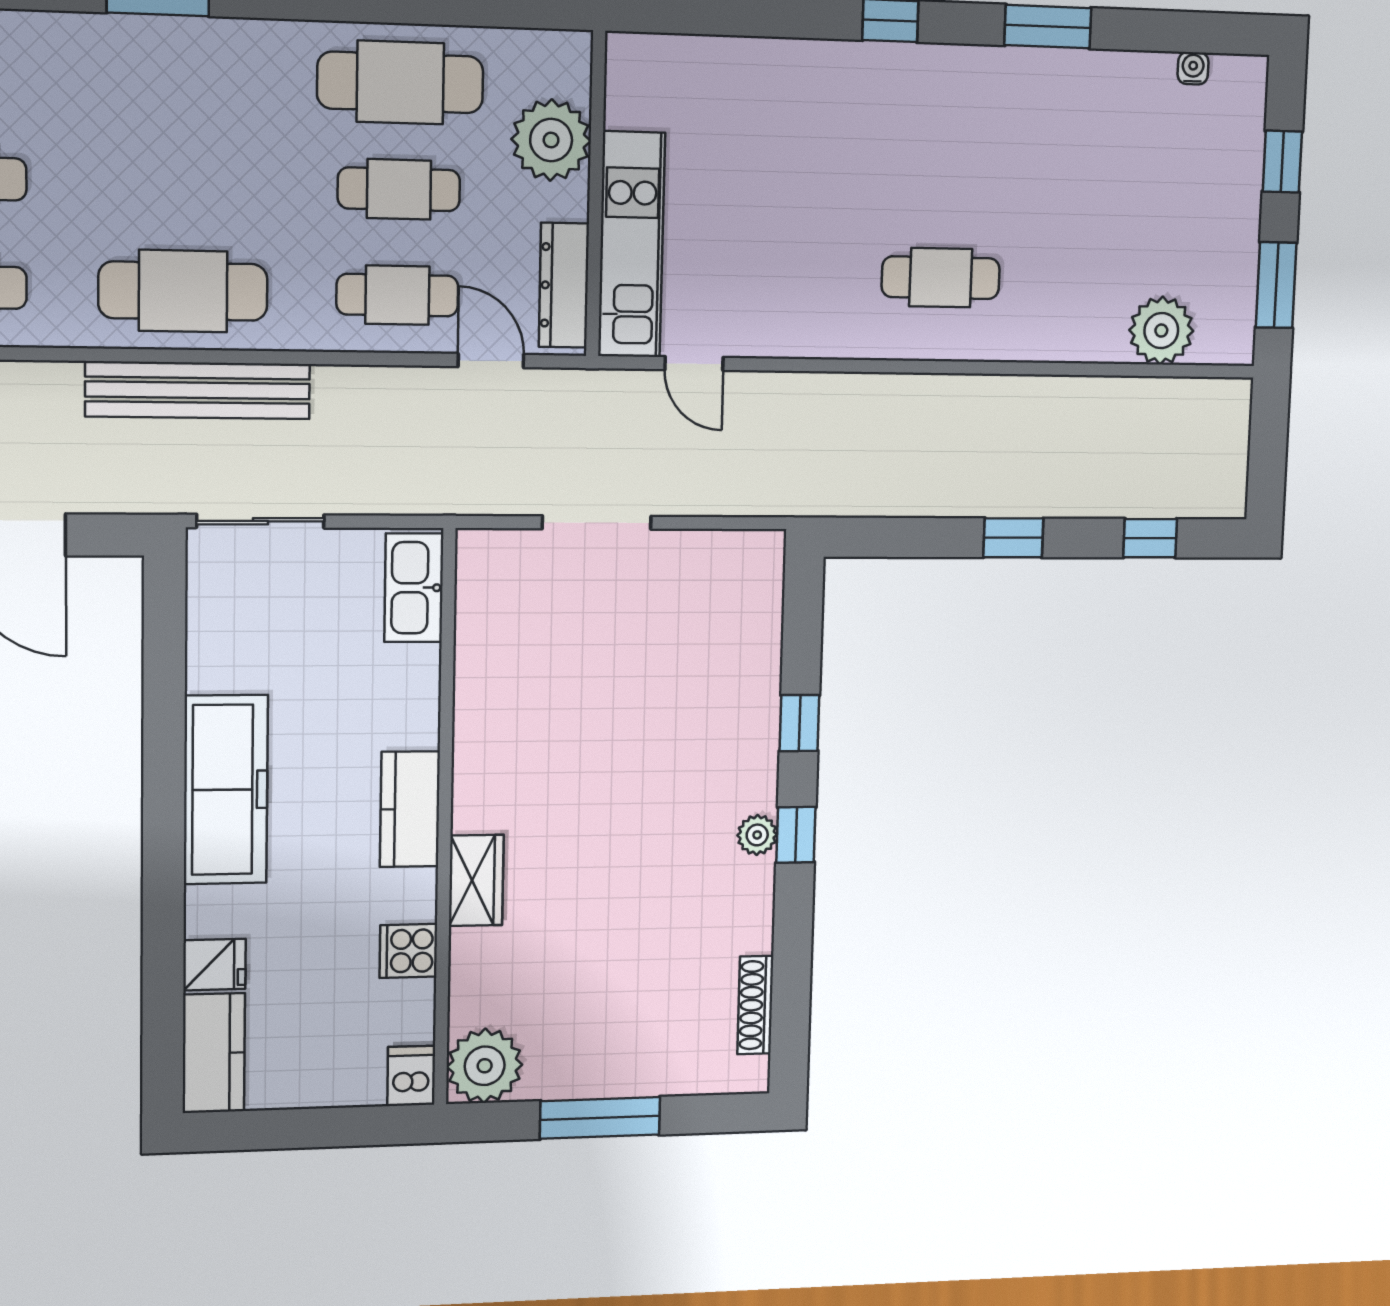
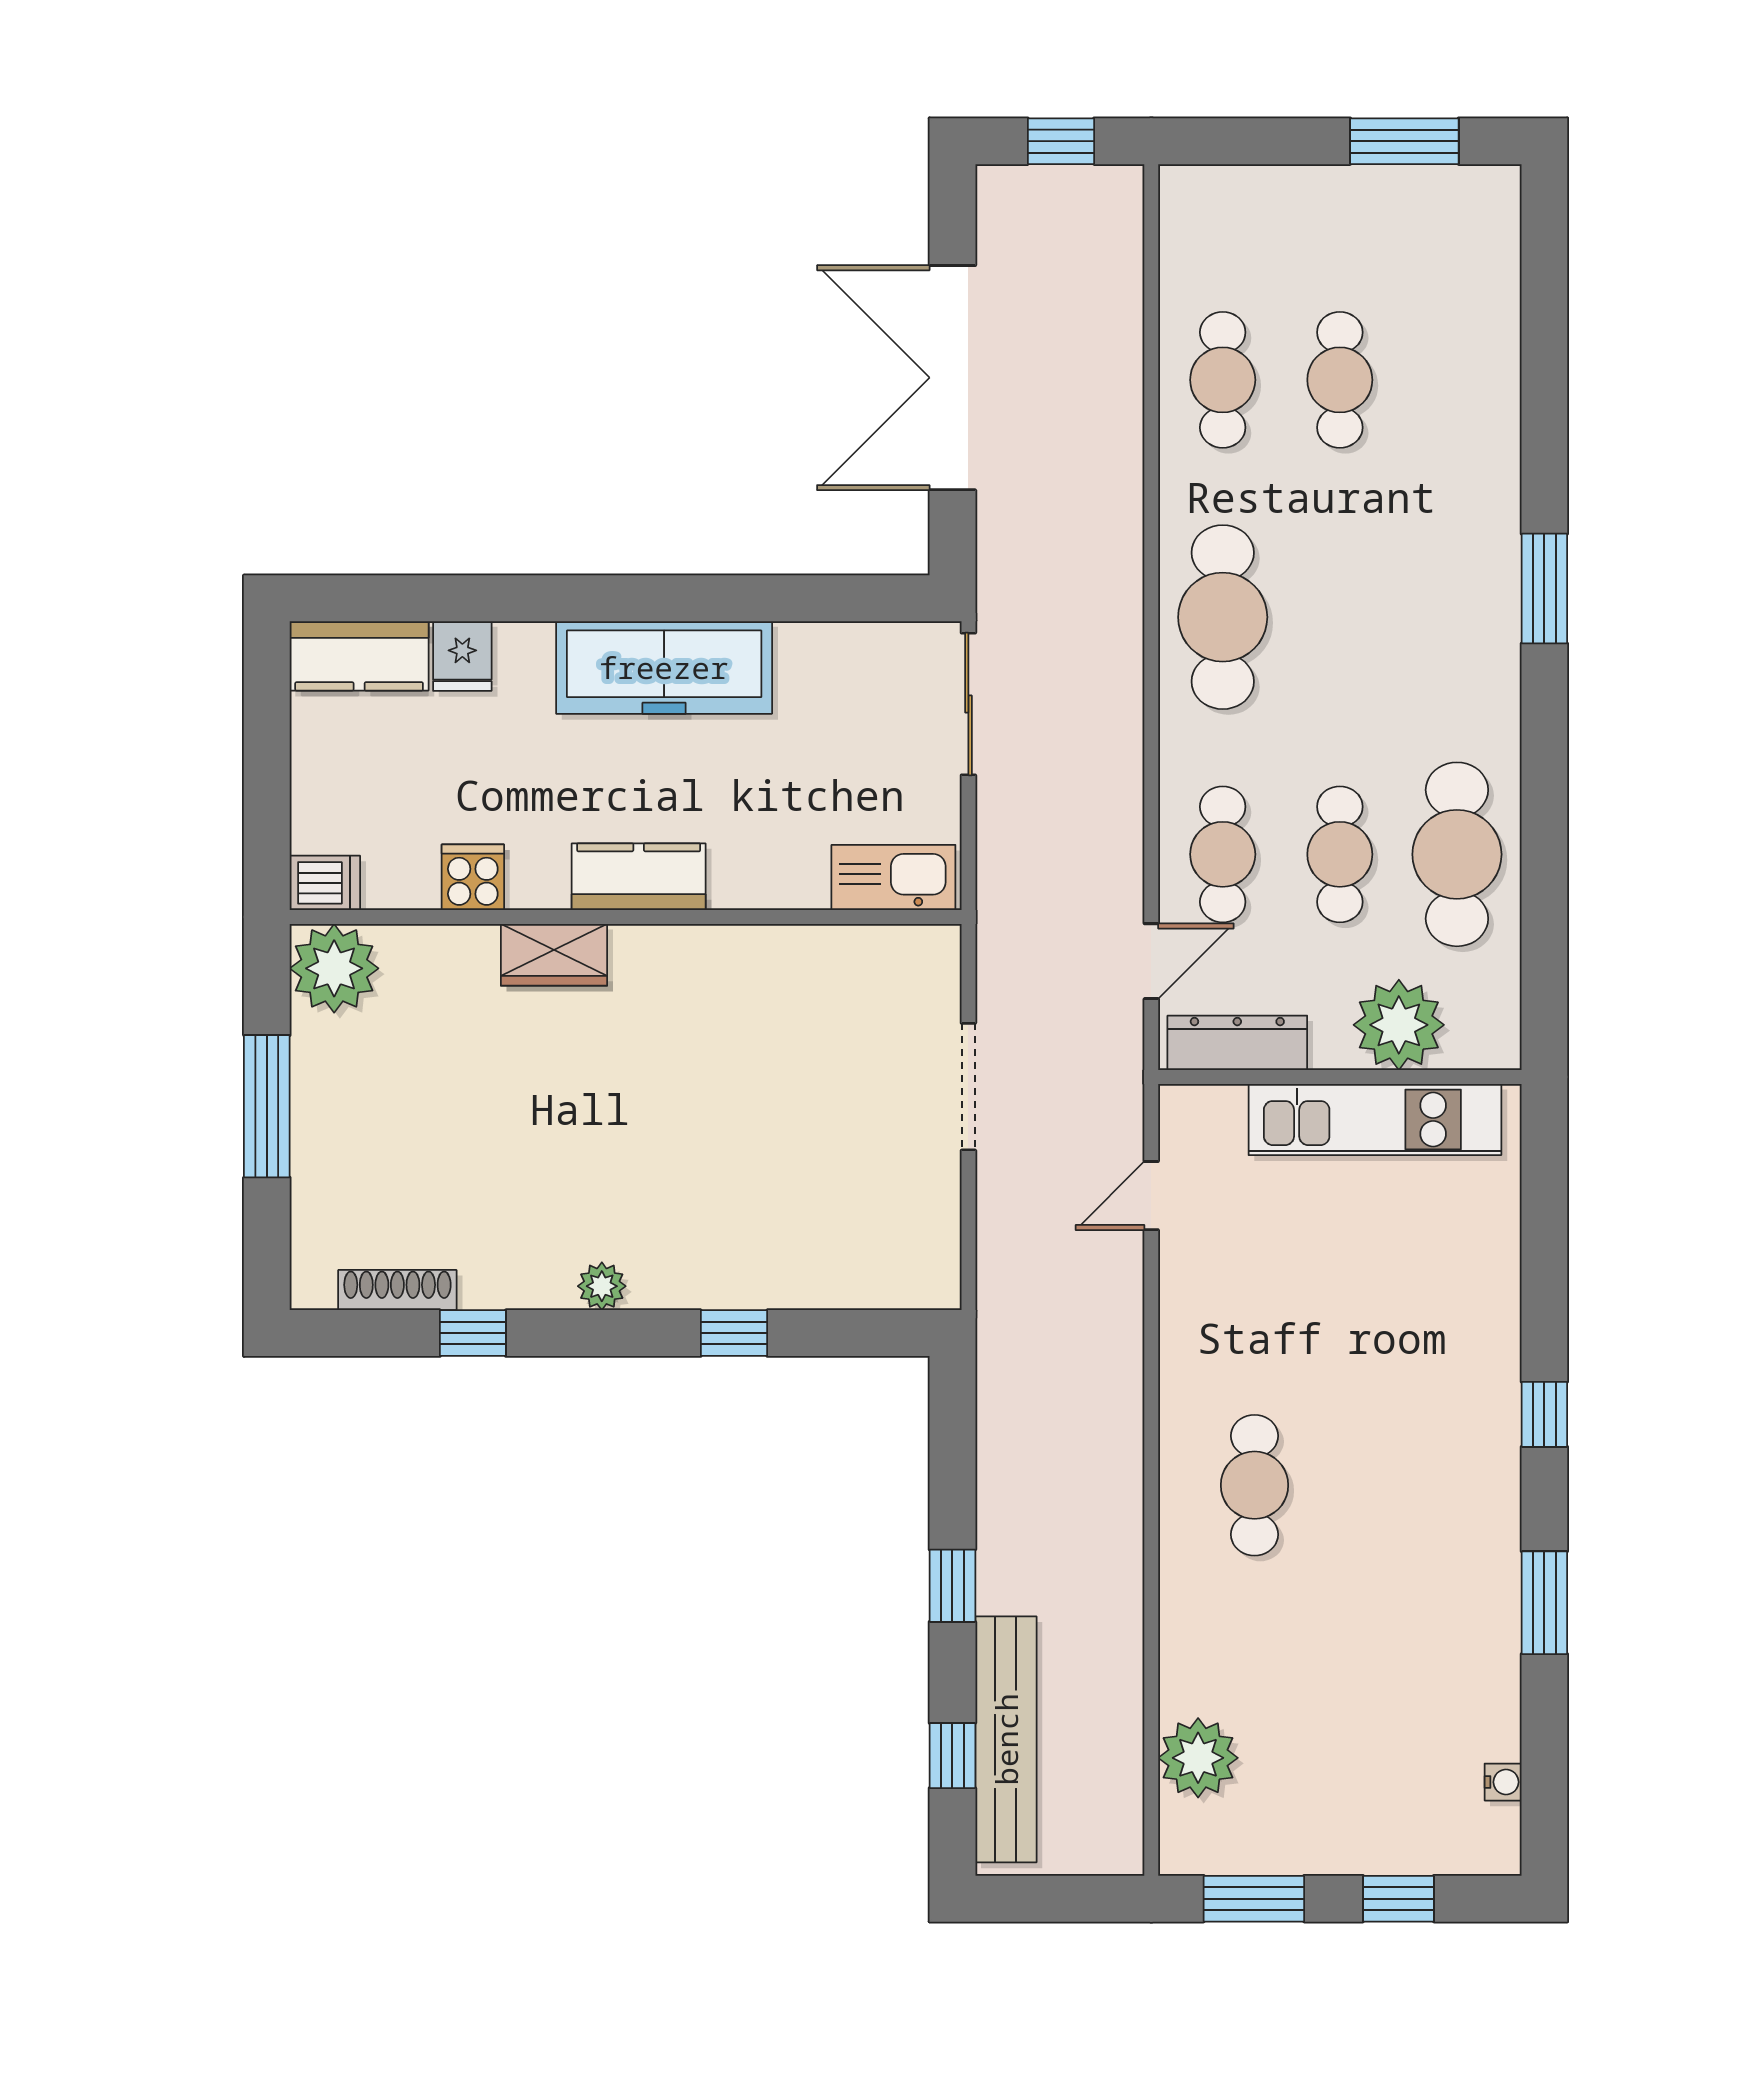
kitchen unit: (631, 245) -> (1375, 1120), moved
bench: (198, 390) -> (1006, 1739), moved
window: (796, 835) -> (473, 1333), moved

